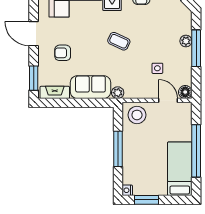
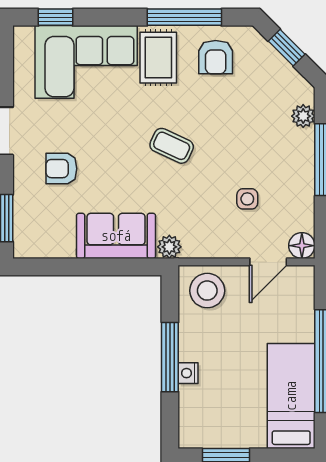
plant: (186, 41) -> (303, 116), moved
fireplace: (55, 92) -> (46, 246), removed
door: (168, 100) -> (268, 262), swing flipped
nightstand: (127, 190) -> (188, 373), moved

